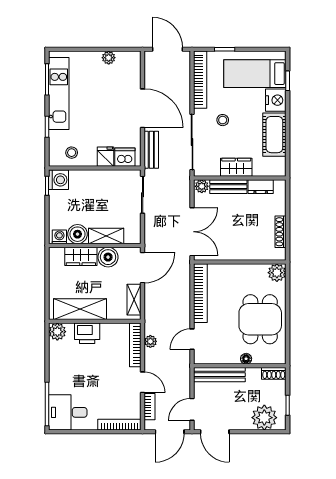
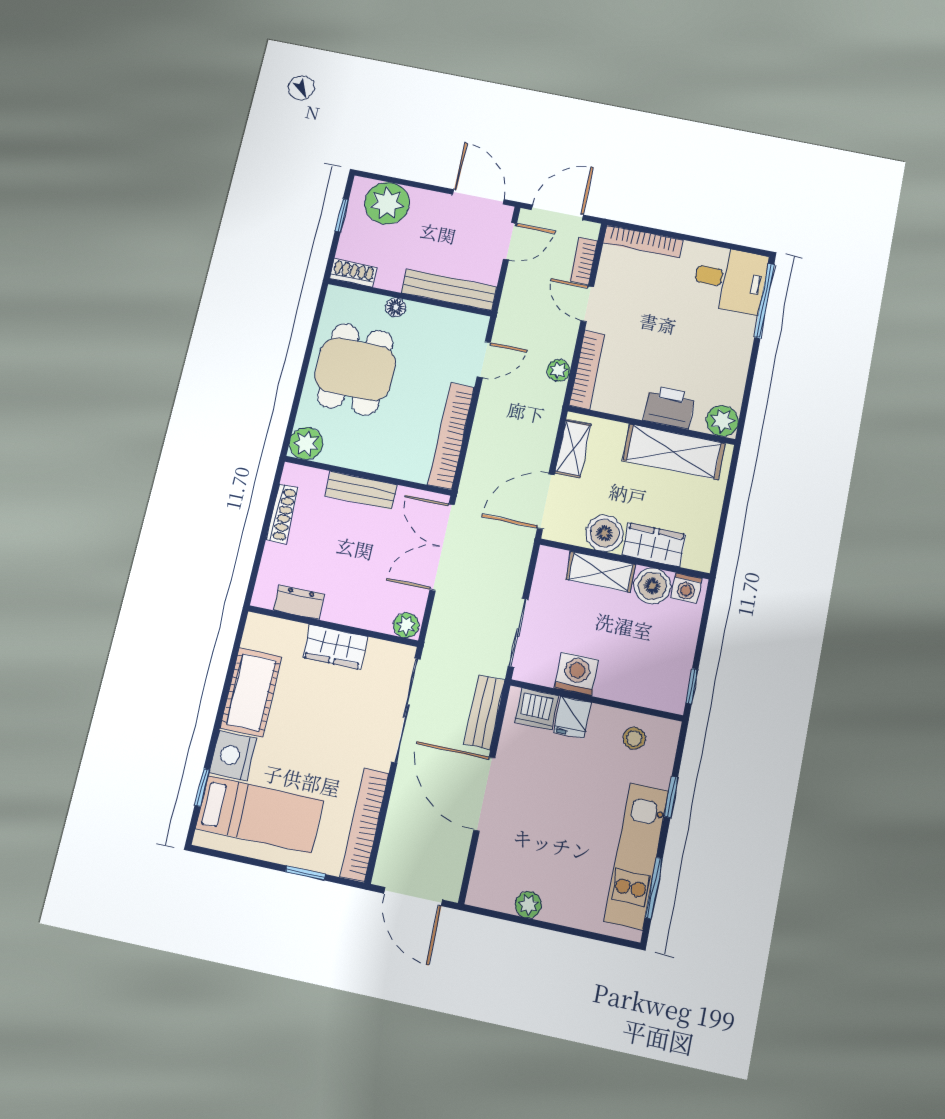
stool: (223, 120) -> (340, 739), removed
washing machine: (58, 180) -> (577, 674), moved, turned 90
bench: (228, 187) -> (361, 490), moved

